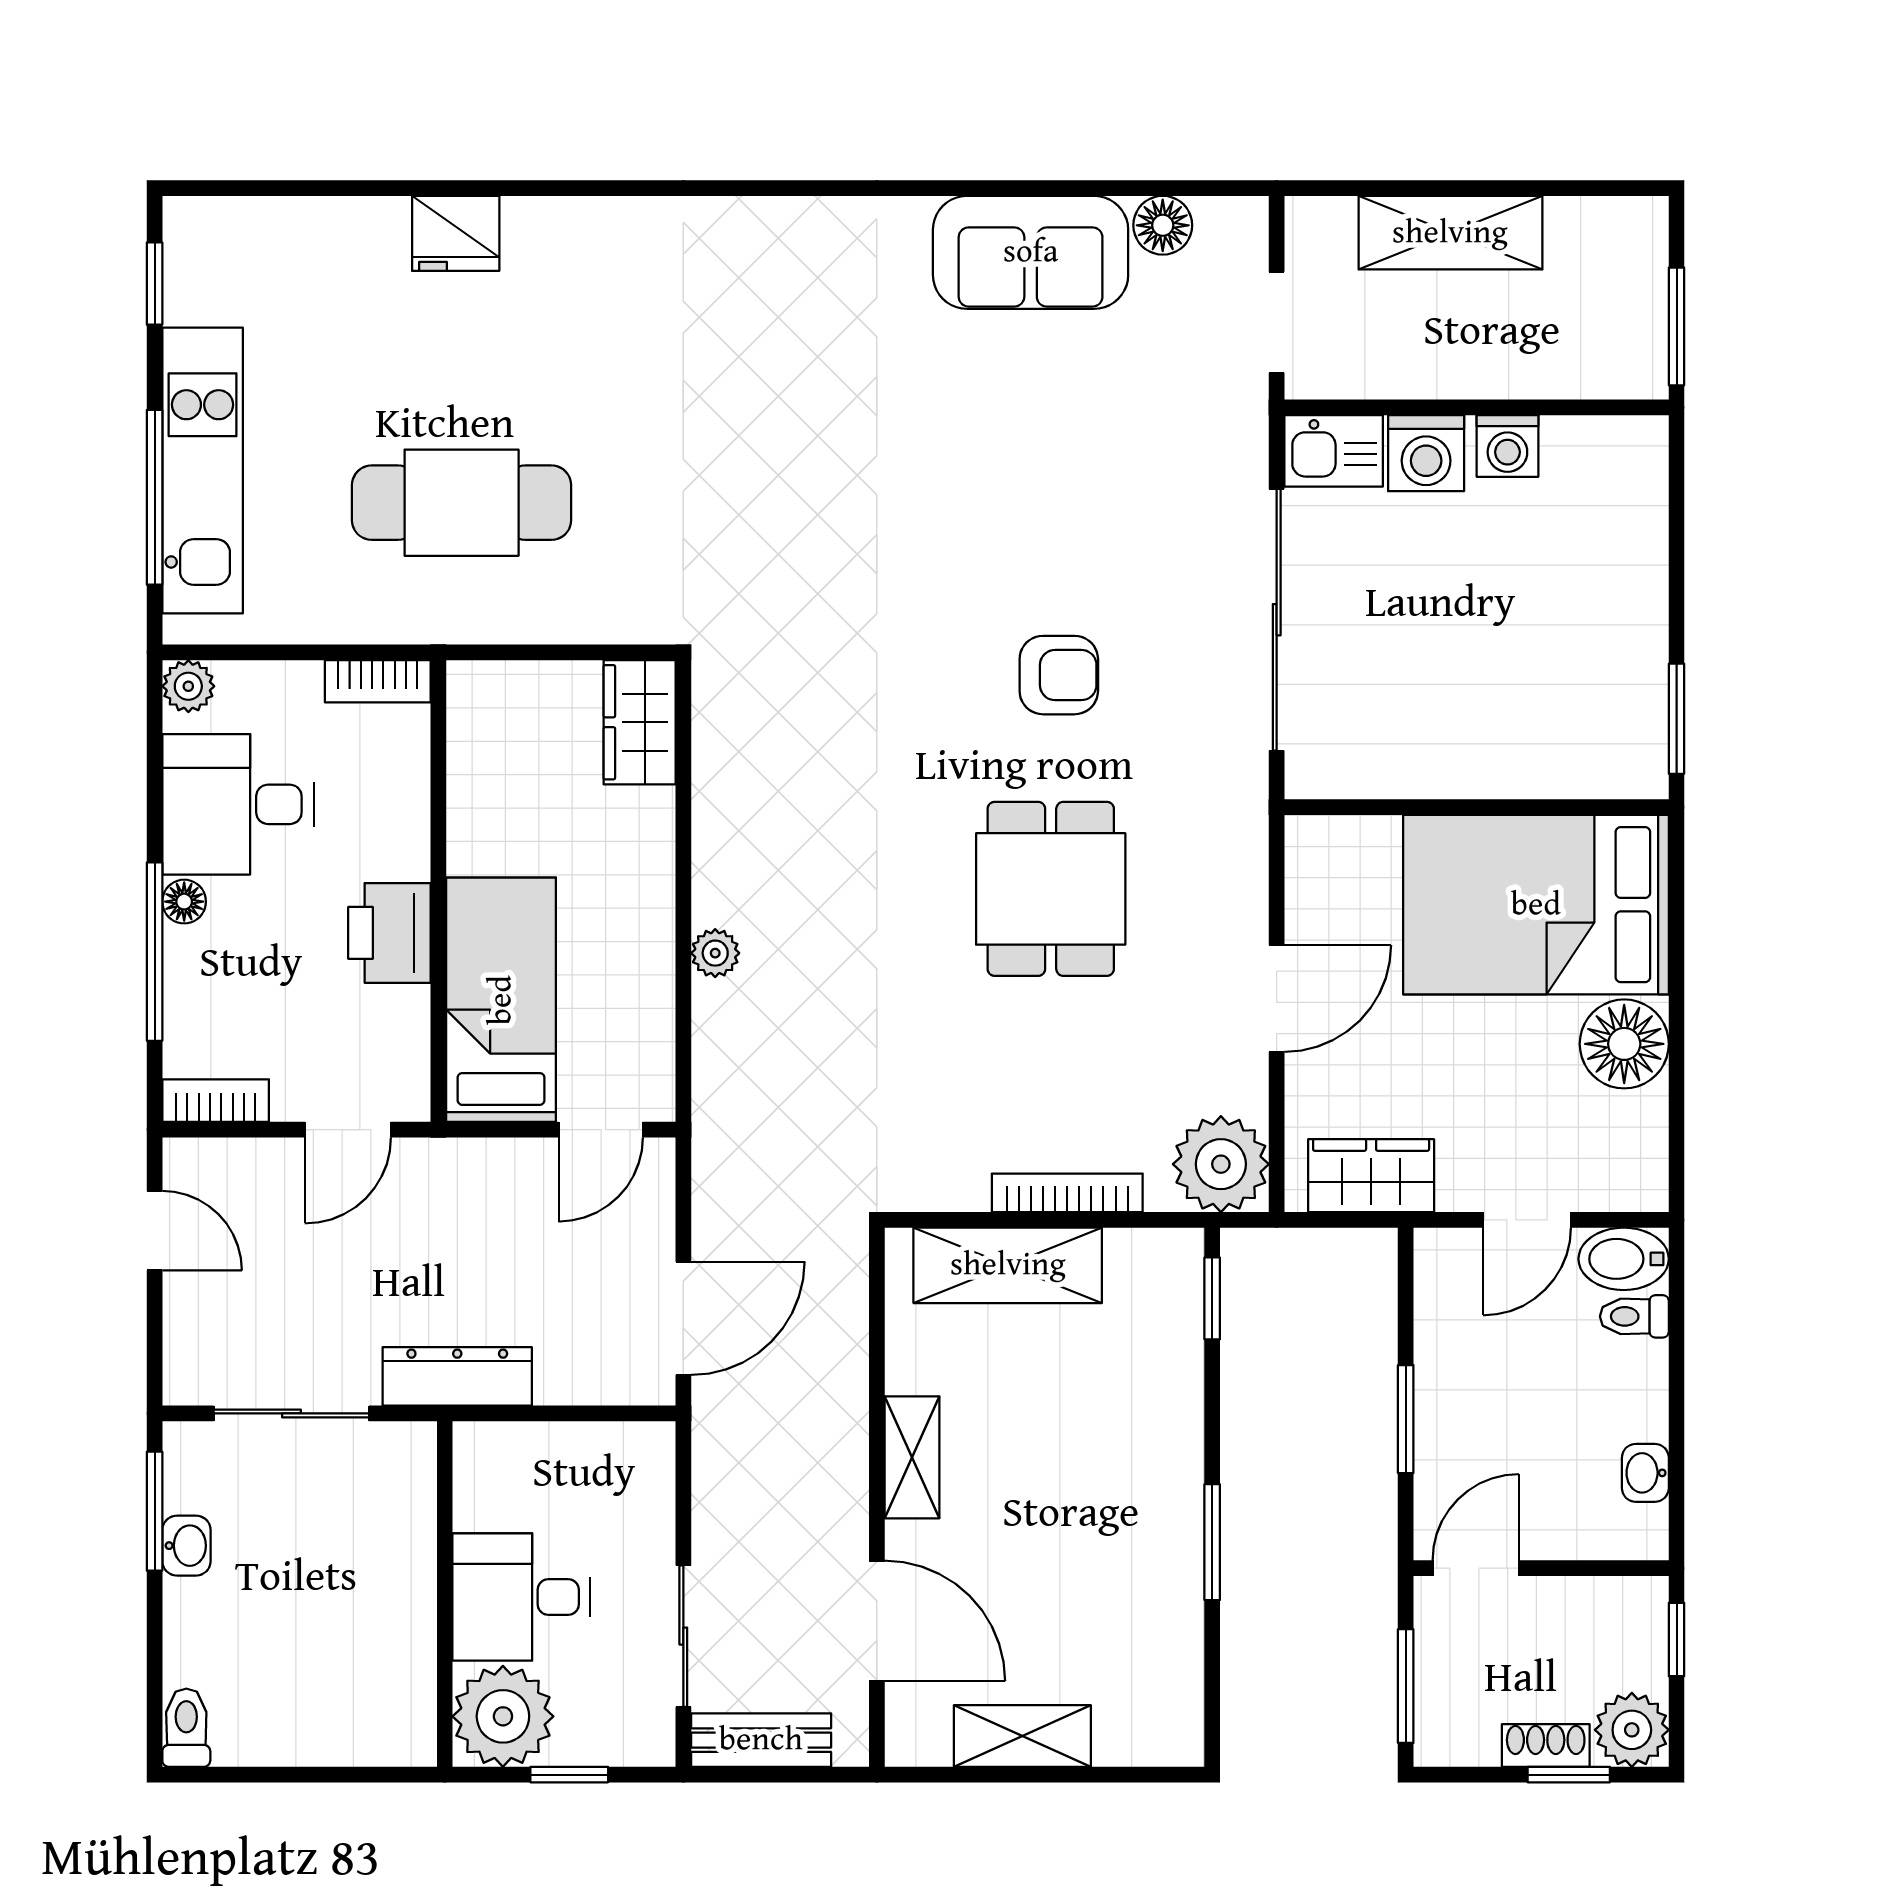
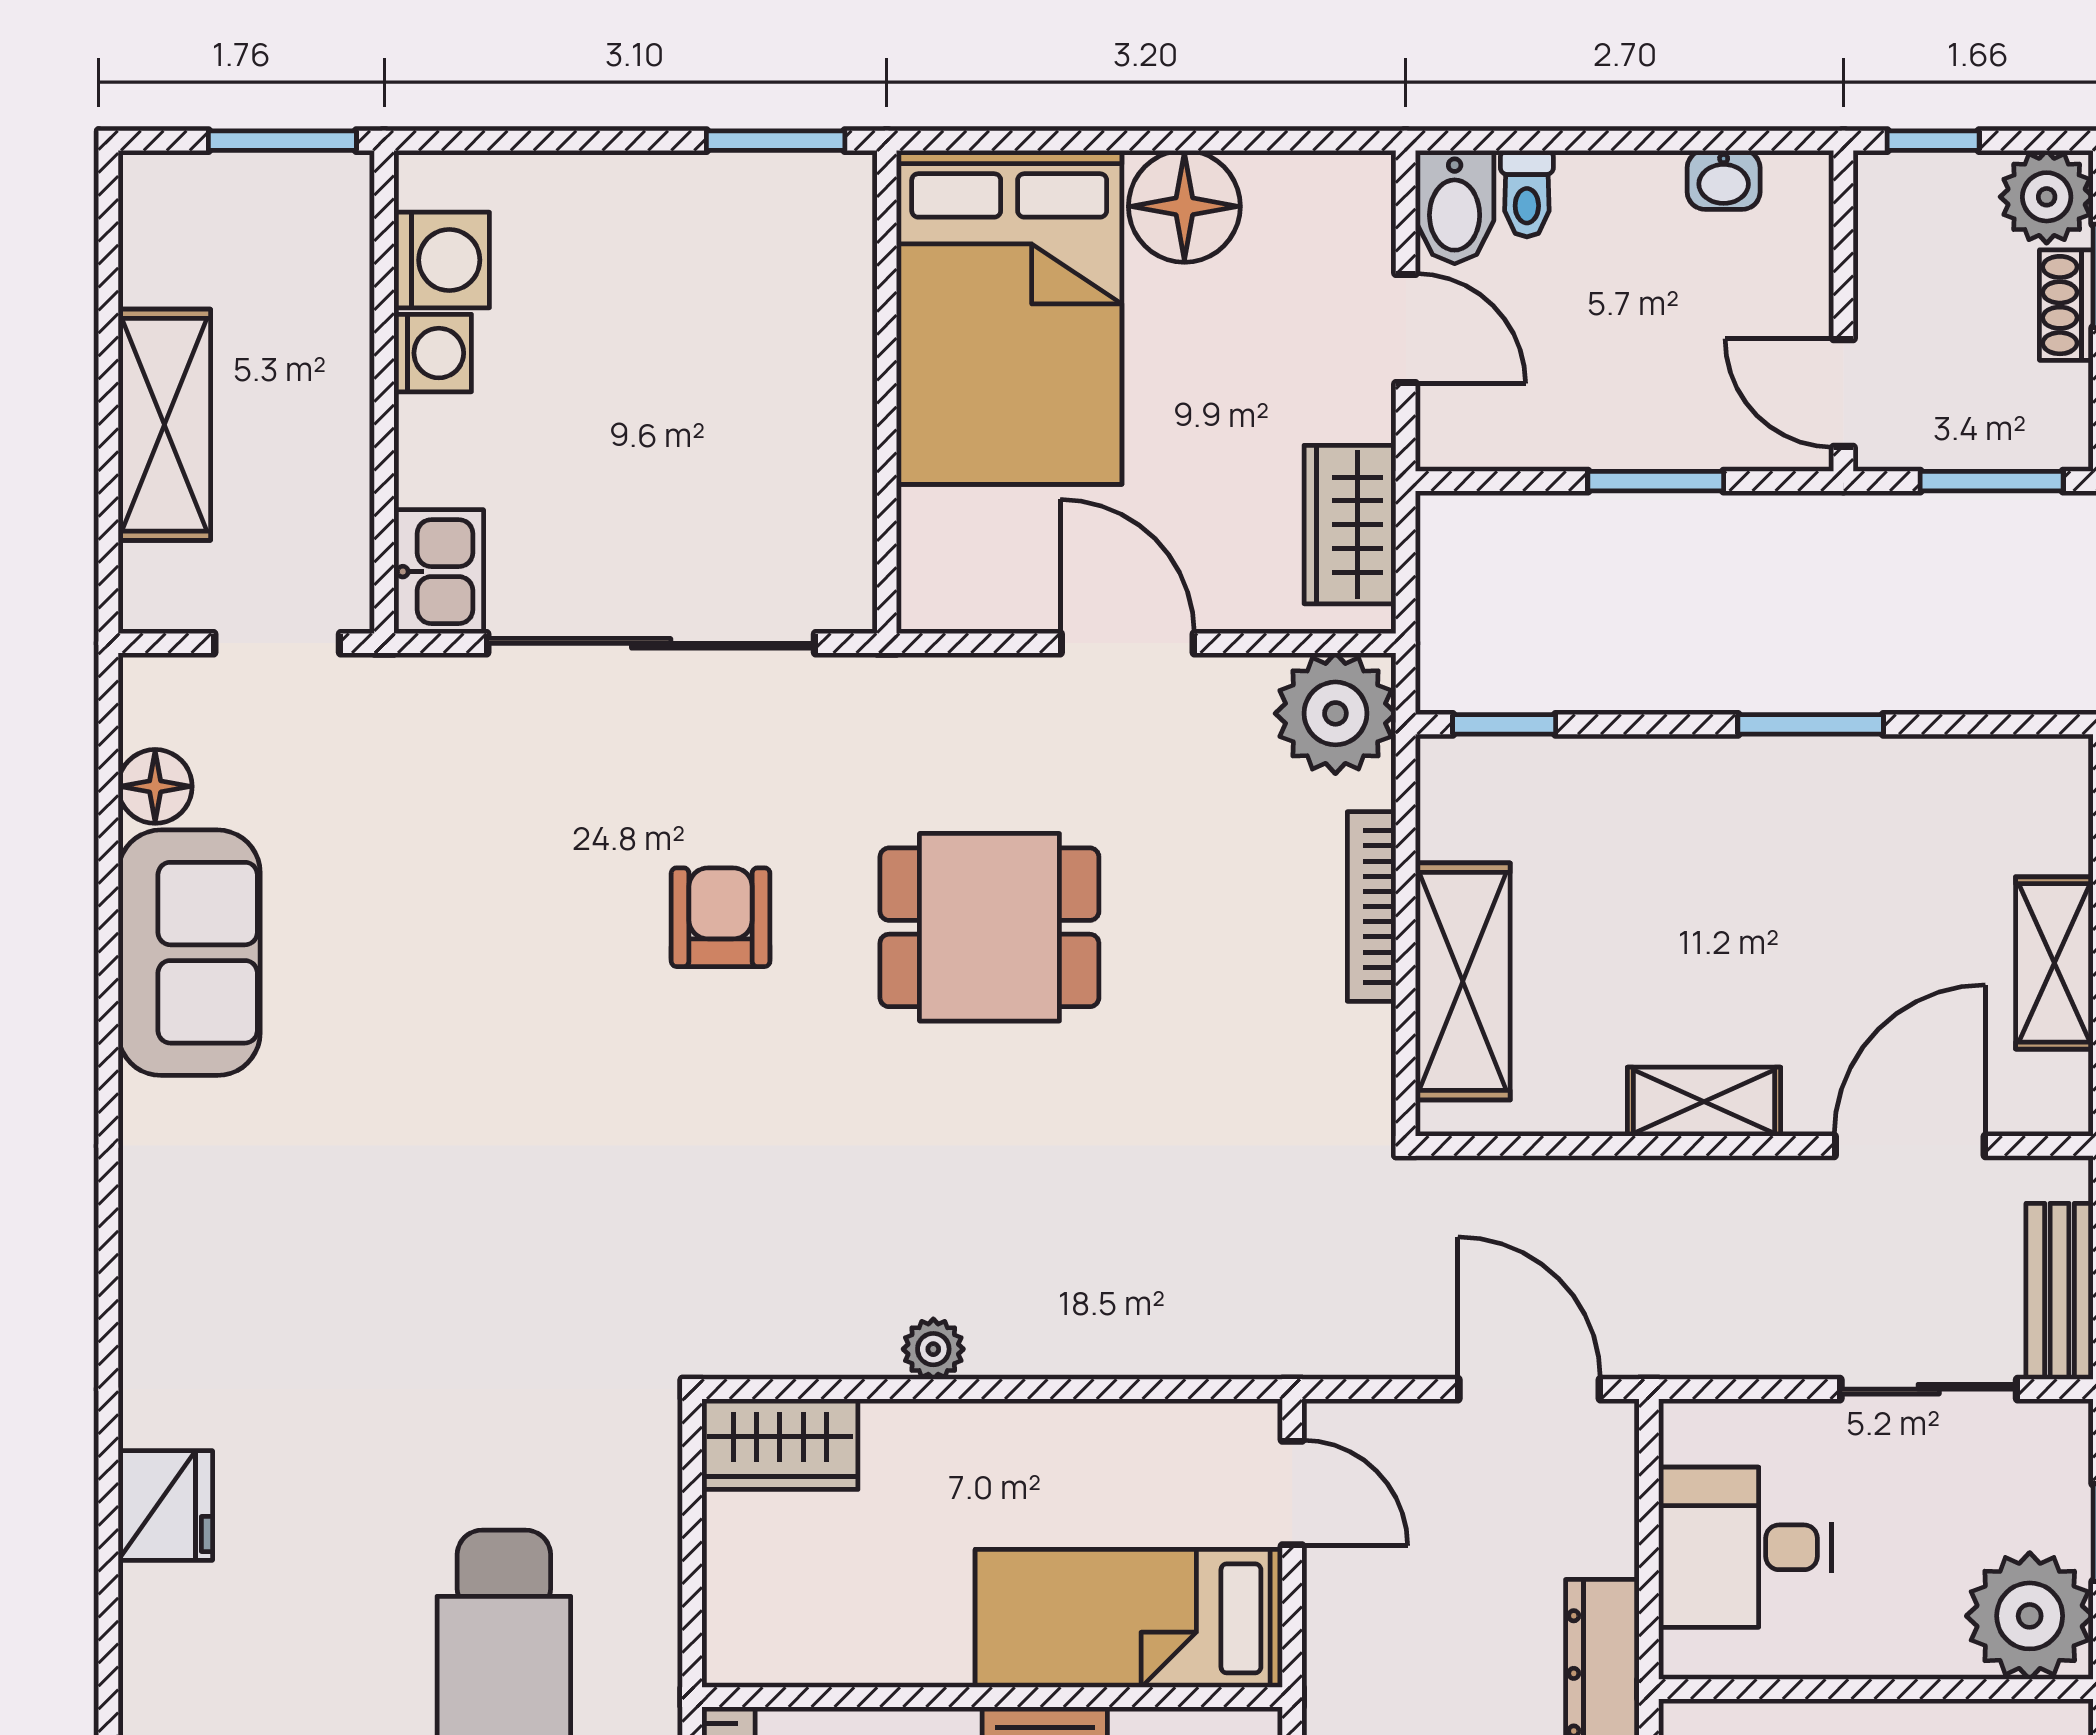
fridge: (456, 233) -> (165, 1505), moved
washing machine: (1426, 453) -> (442, 260), moved
plant: (715, 953) -> (933, 1349), moved
desk: (521, 1597) -> (1745, 1547), moved, turned 90

